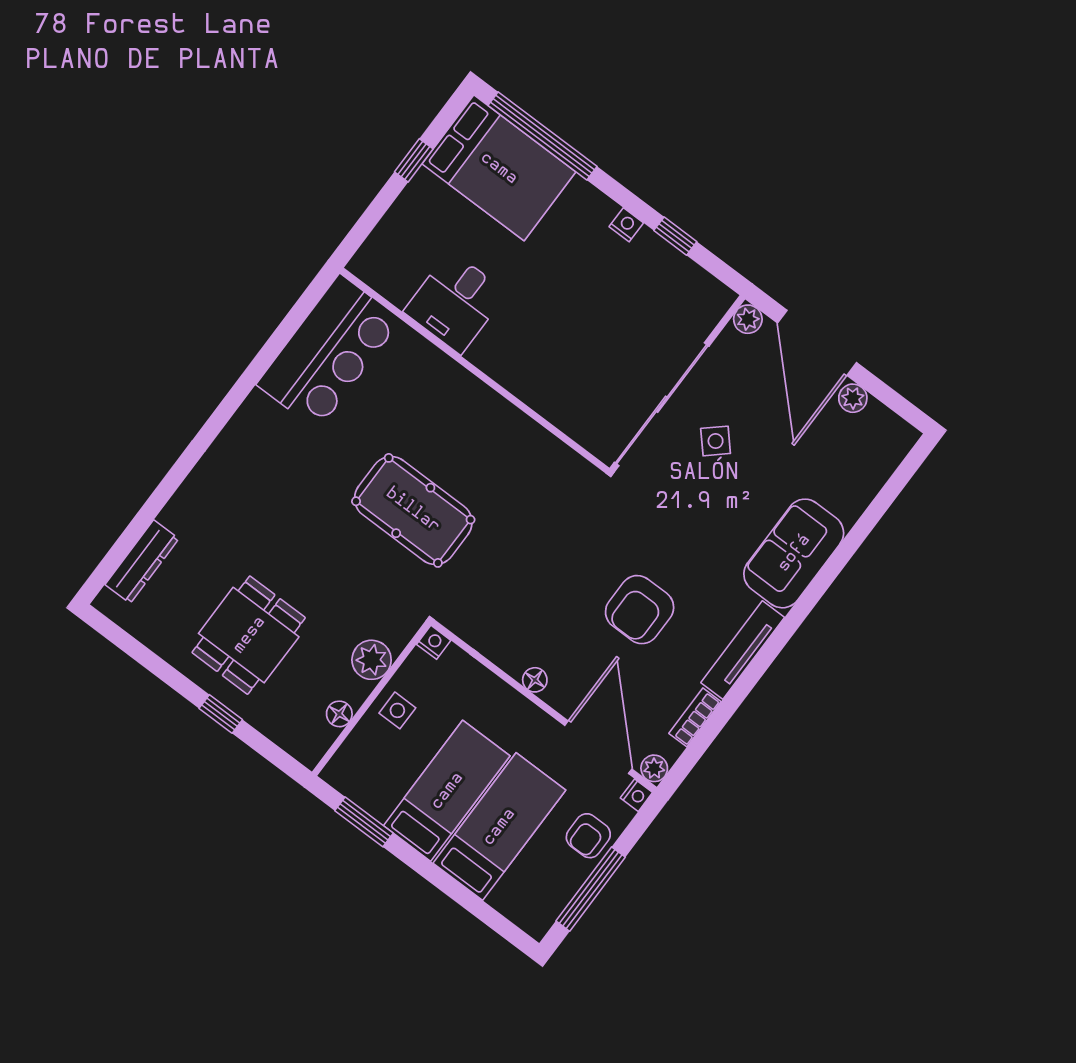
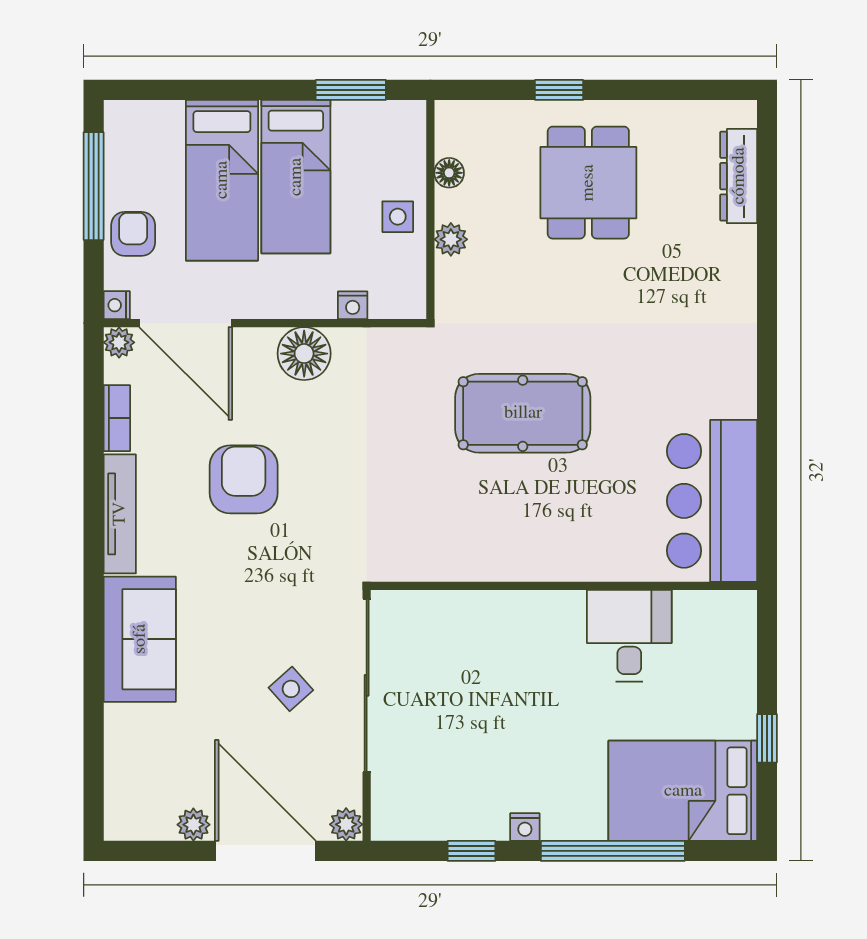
window: (543, 136) -> (613, 851), moved
nightstand: (434, 642) -> (353, 305), moved
plant: (372, 660) -> (451, 239), width x0.73, depth x0.73
floor lamp: (535, 680) -> (304, 354), width x1.89, depth x1.89

